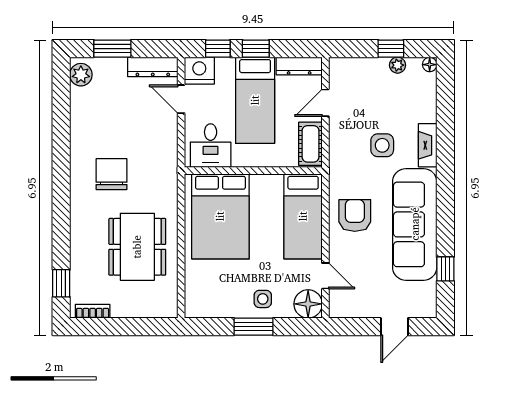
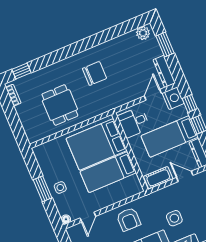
armchair: (355, 215) -> (129, 219), turned 90
bed: (303, 216) -> (108, 172), moved
dining table: (137, 247) -> (60, 105), width x0.73
floor lamp: (308, 304) -> (66, 219), width x0.53, depth x0.53

